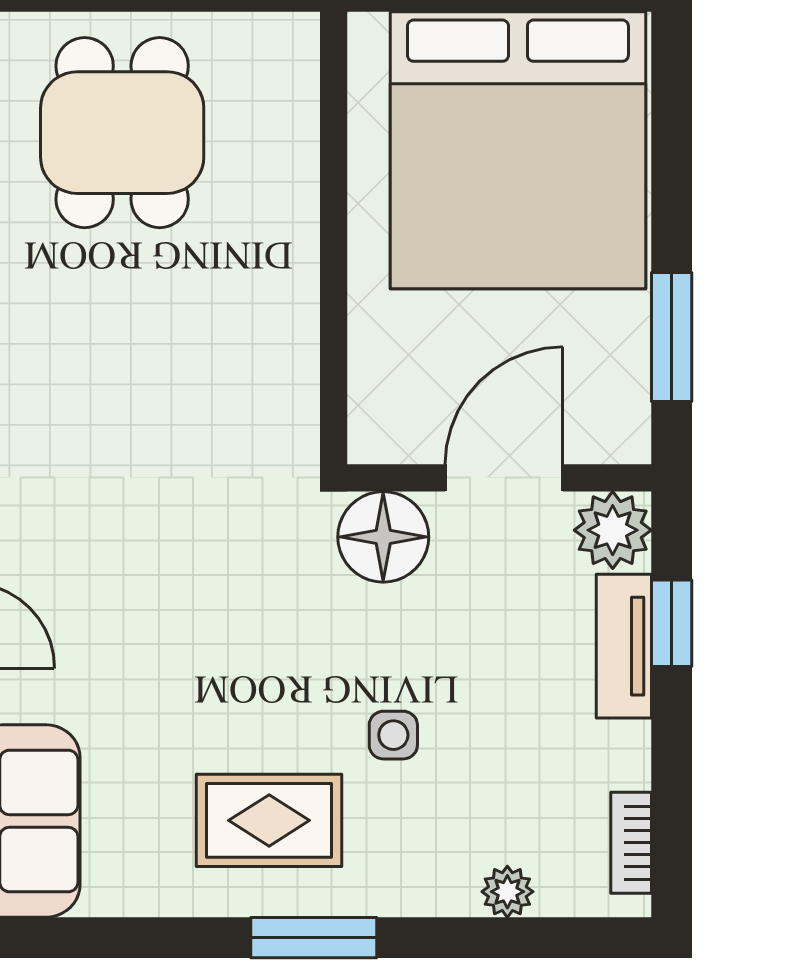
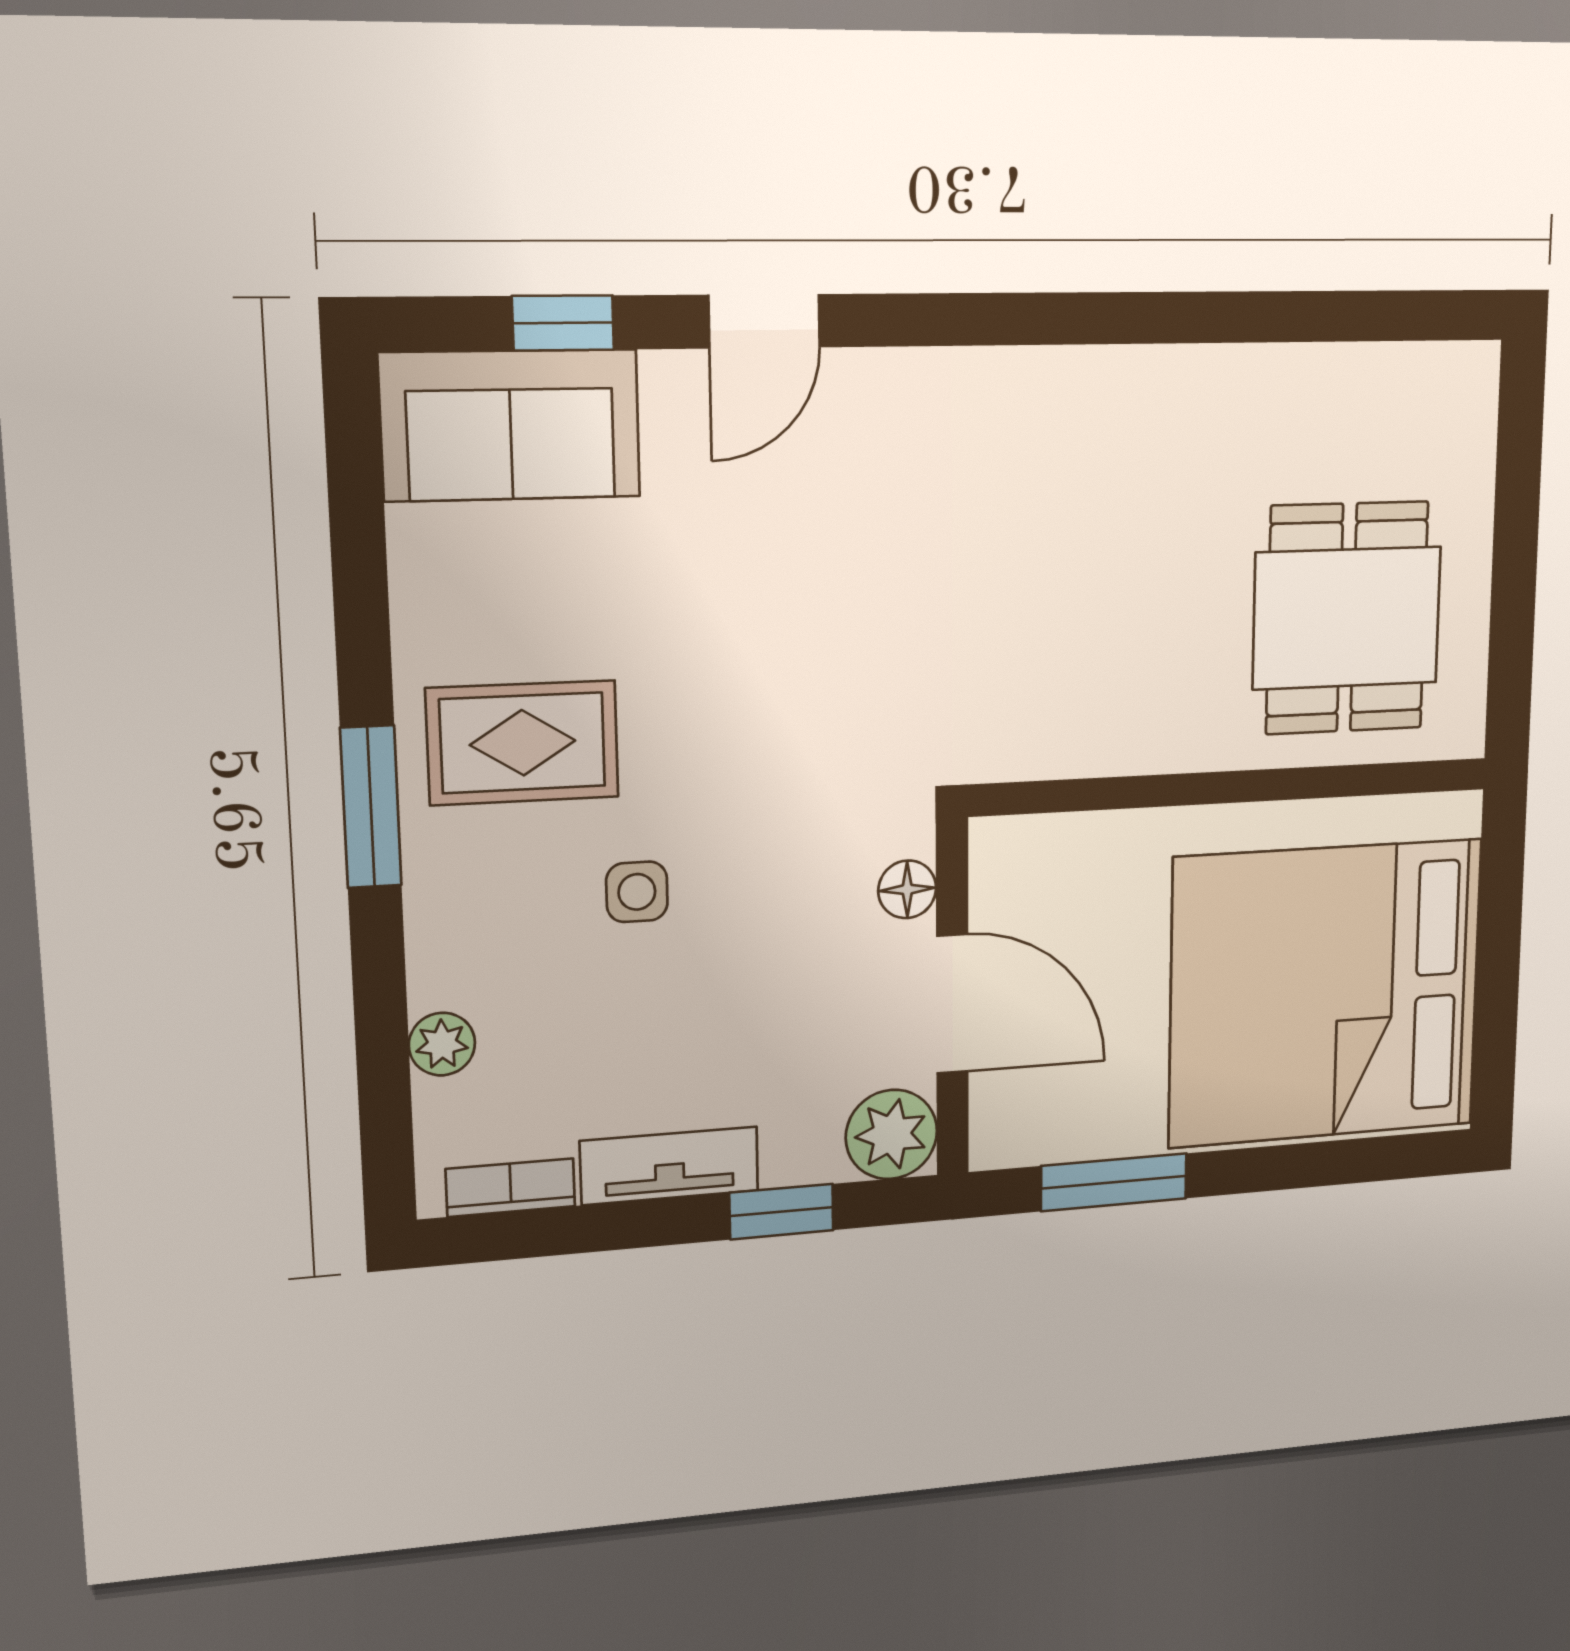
dining table: (122, 133) -> (1347, 618), moved, turned 90
floor lamp: (383, 537) -> (907, 889), width x0.53, depth x0.53
tv unit: (624, 646) -> (670, 1166), moved
rug: (269, 820) -> (523, 743), turned 90

